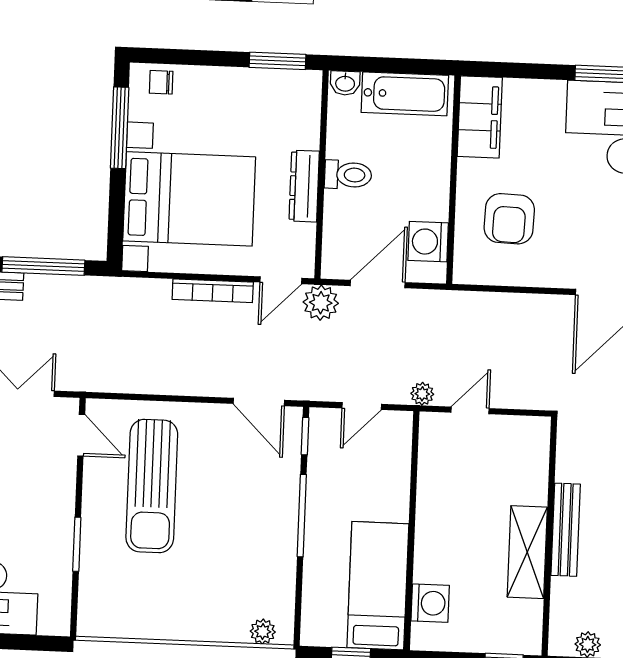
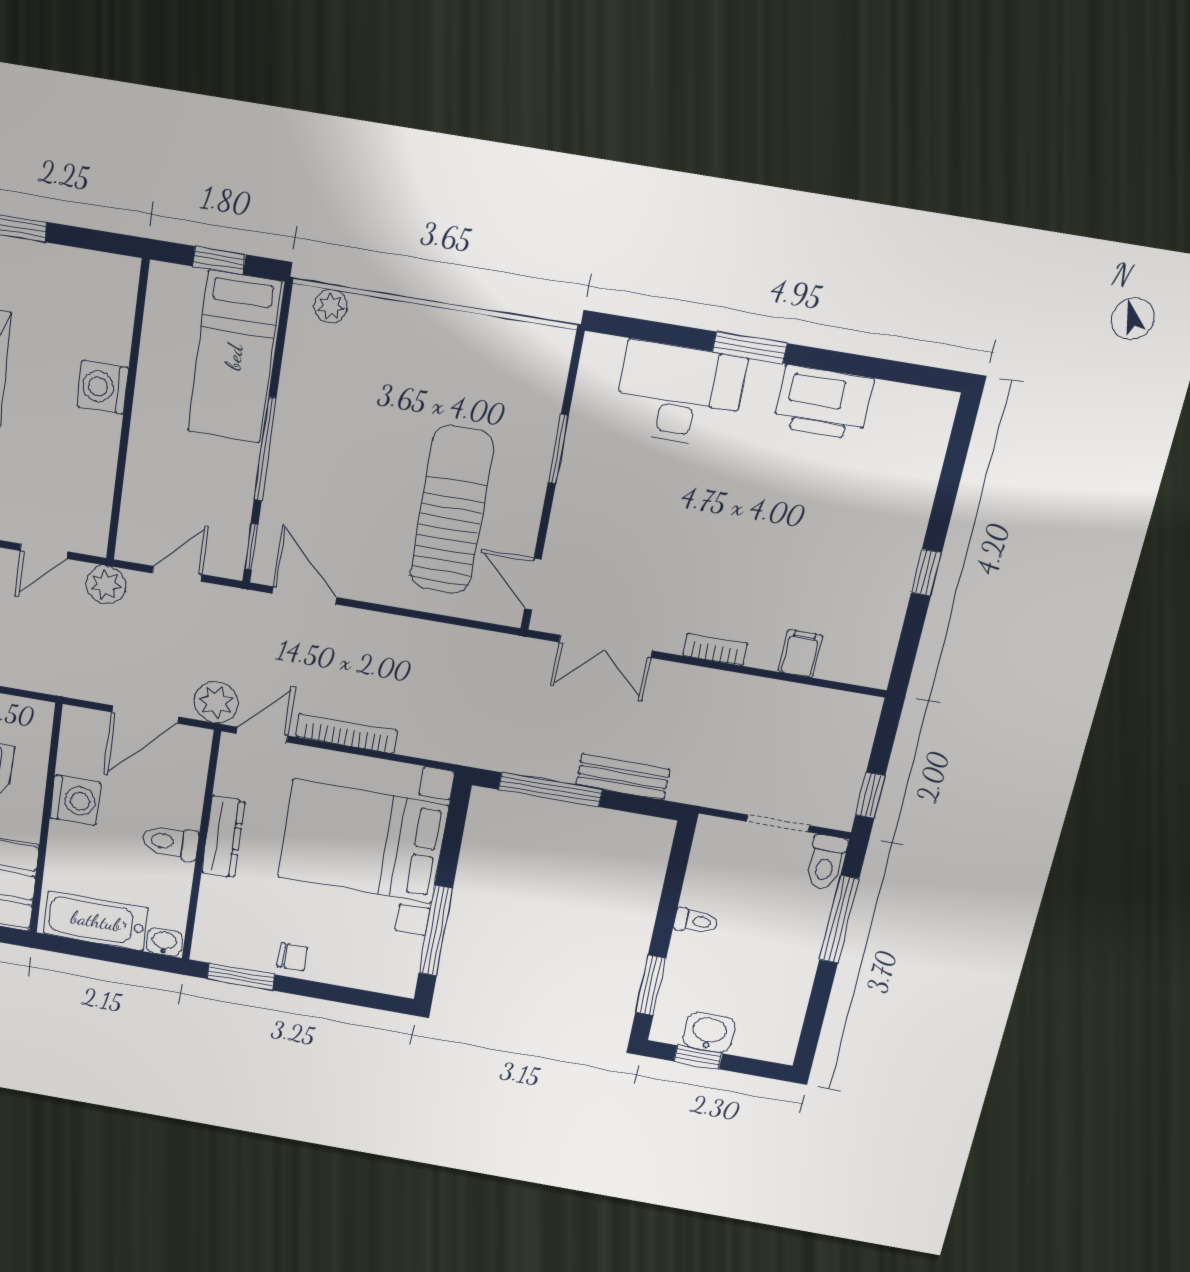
chair: (161, 82) -> (293, 957), moved
washing machine: (428, 242) -> (75, 800), moved
plant: (422, 394) -> (106, 585), width x1.38, depth x1.38
bed: (378, 586) -> (234, 357), moved
washing machine: (430, 603) -> (103, 387), moved

